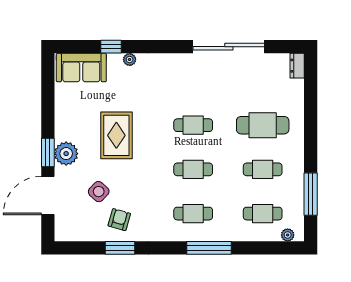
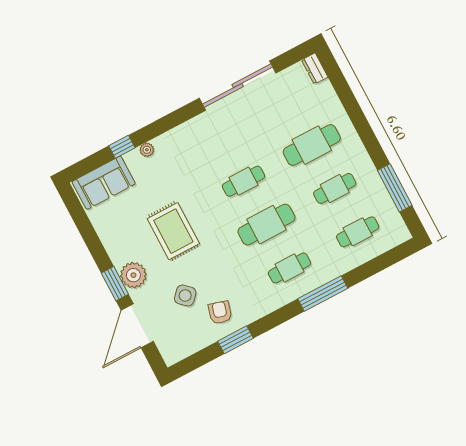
cafe table: (193, 169) -> (266, 225), width x1.37, depth x1.35
plant: (288, 235) -> (393, 240), removed

